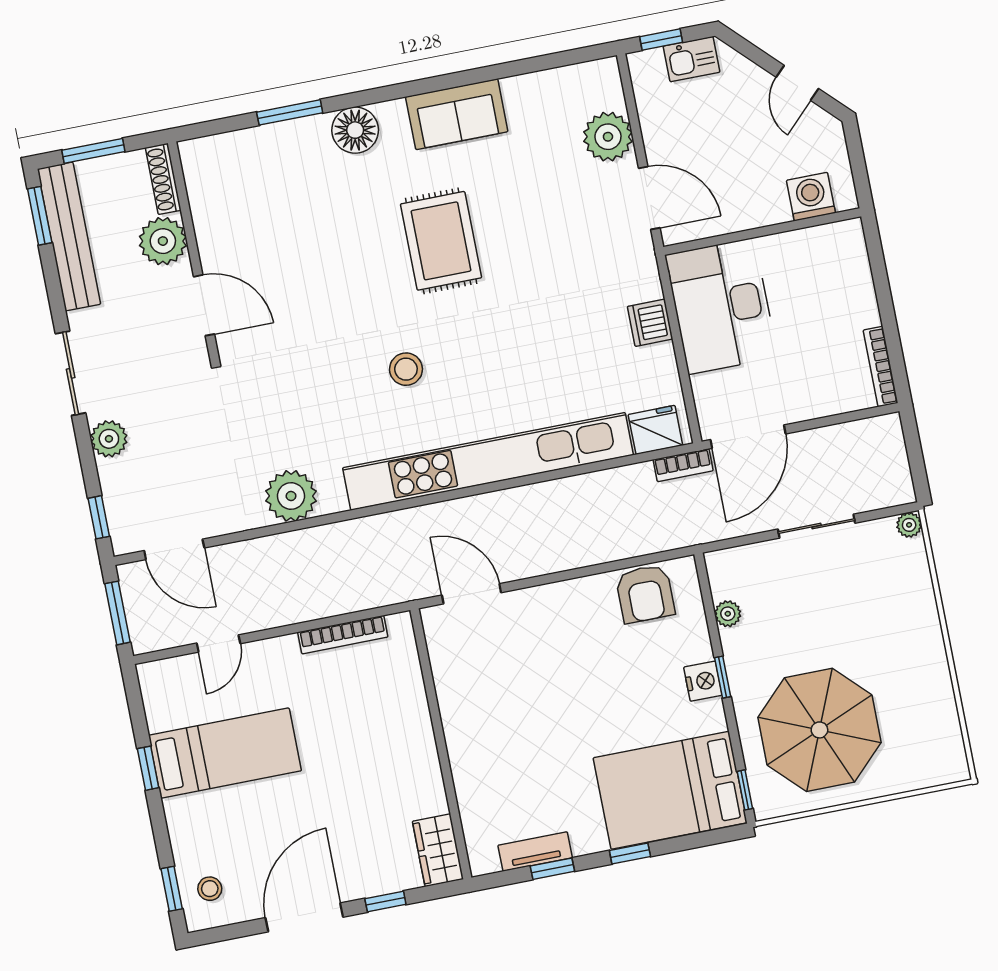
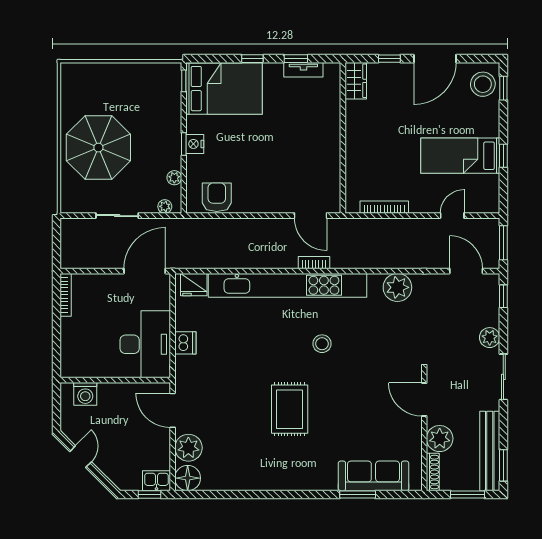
kitchen sink: (692, 59) -> (156, 481), moved
sofa: (457, 114) -> (373, 476), moved, width x1.36
floor lamp: (355, 130) -> (188, 478), moved
bookcase: (683, 465) -> (314, 263), moved
plant: (909, 525) -> (165, 206), moved
parasol: (819, 730) -> (98, 148), moved
stool: (210, 889) -> (483, 84), width x1.89, depth x1.89

